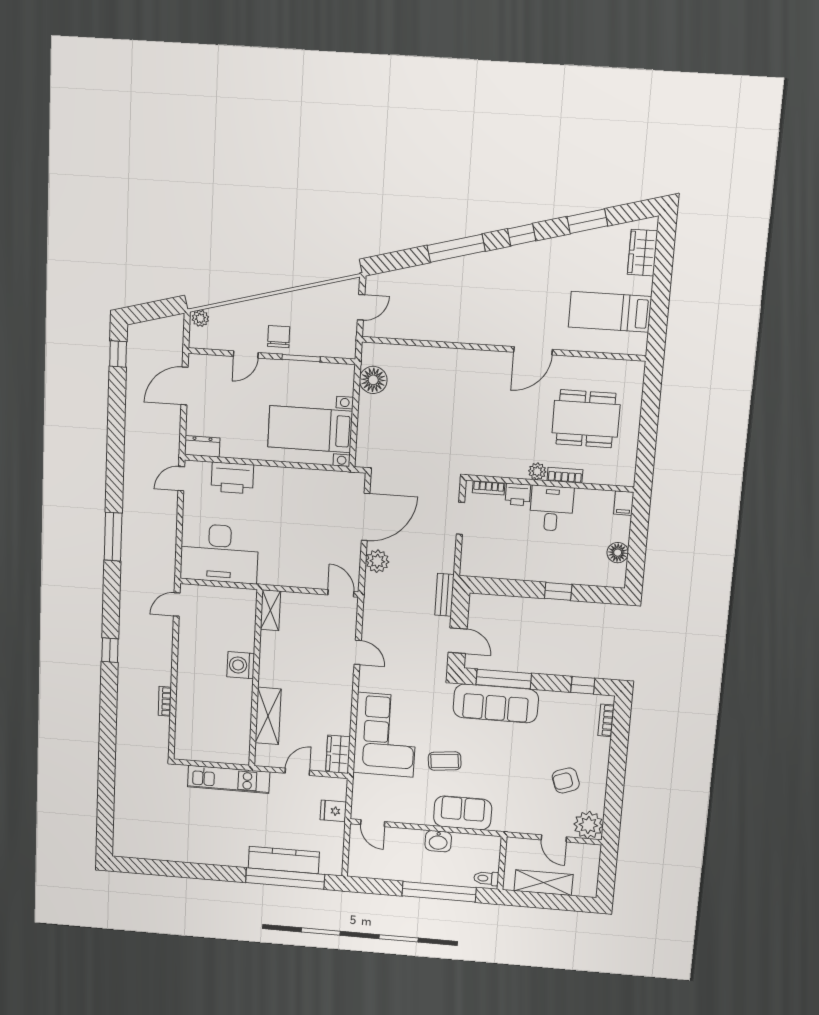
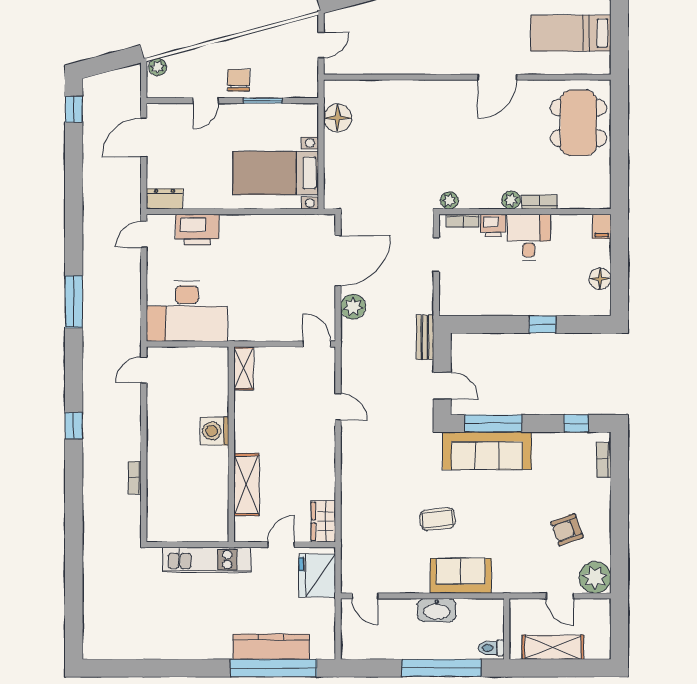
dining table: (586, 419) -> (578, 123), moved, turned 90
plant: (477, 467) -> (449, 200), added
corner sofa: (385, 735) -> (373, 495), removed
fridge: (333, 811) -> (317, 576), width x1.88, depth x1.34
washbasin: (438, 841) -> (437, 610), width x1.38

